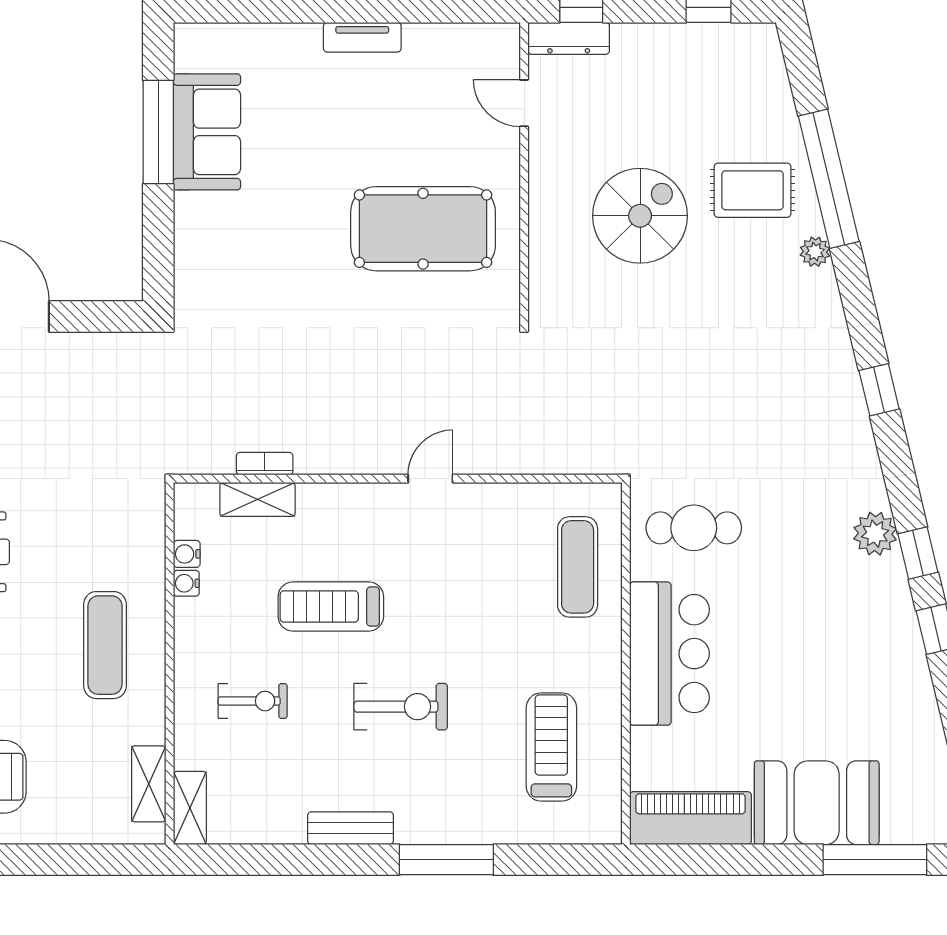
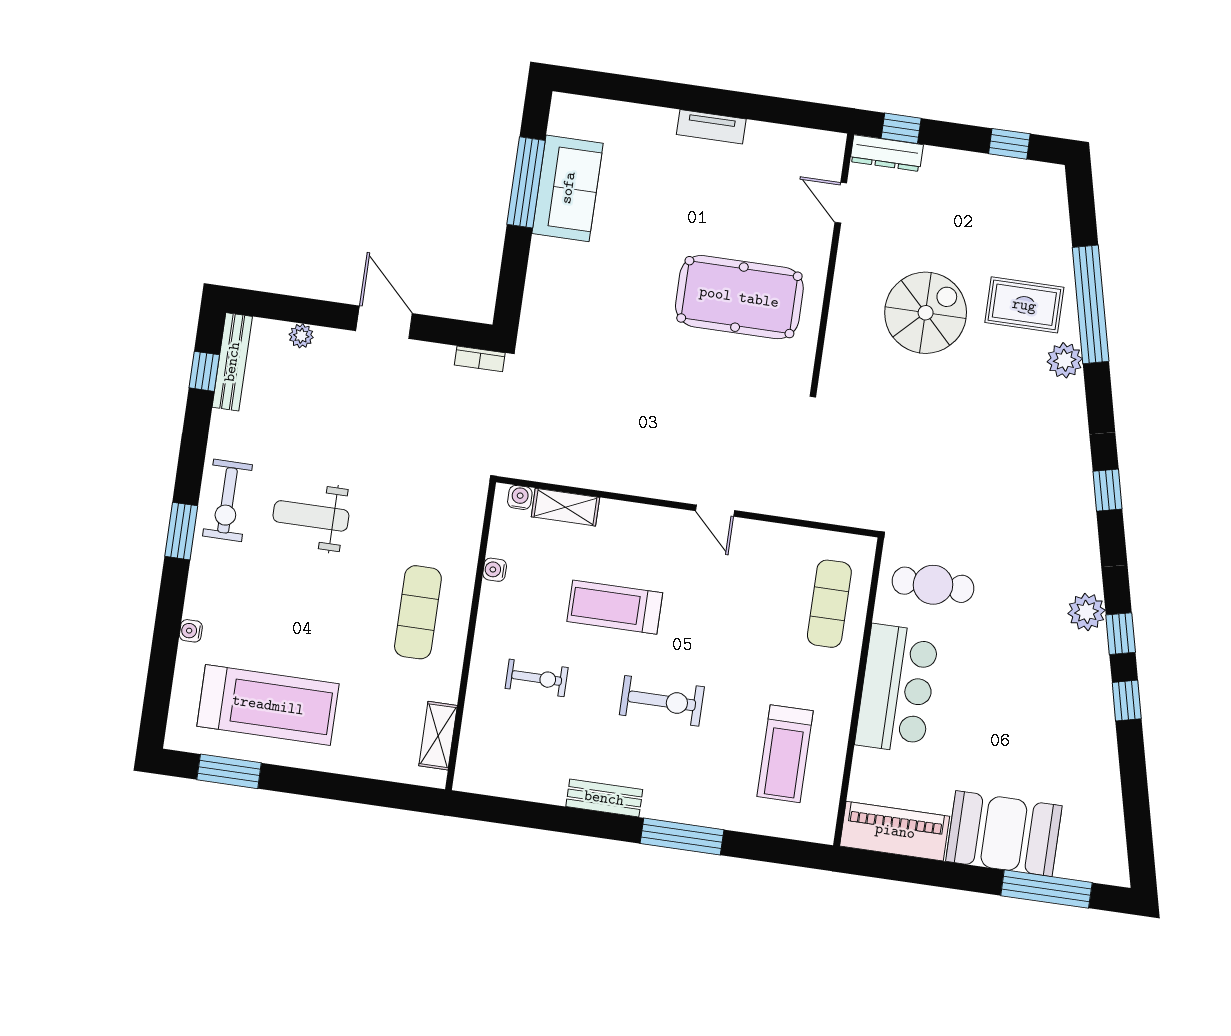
plant: (815, 252) -> (1065, 360), width x1.38, depth x1.38
bookcase: (265, 464) -> (480, 359), moved, turned 180
door: (430, 479) -> (715, 511), swing flipped
water cooler: (187, 554) -> (520, 497), moved, turned 90
treadmill: (551, 747) -> (785, 754), turned 180
shelving: (190, 808) -> (470, 761), removed

